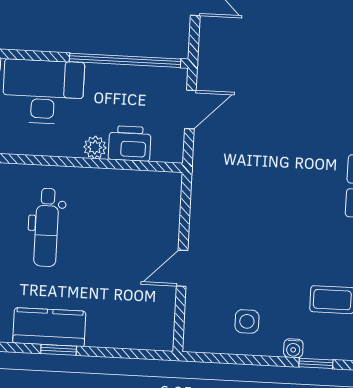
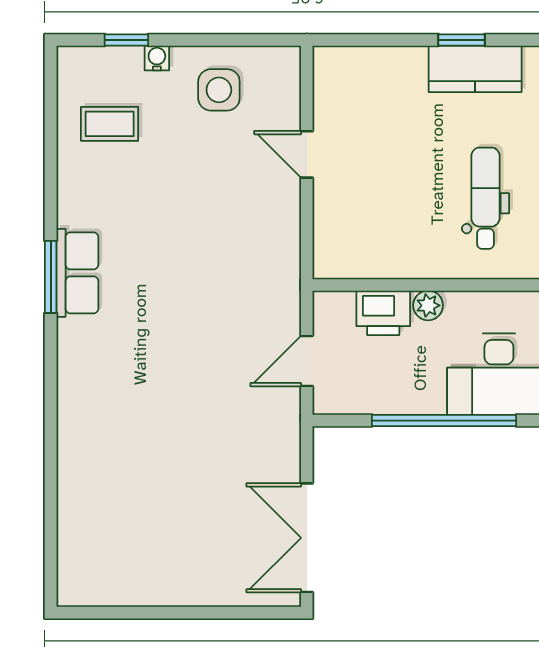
window: (125, 60) -> (444, 421), moved
door: (182, 268) -> (307, 154), swing flipped
side table: (247, 321) -> (219, 90), width x1.37, depth x1.37

